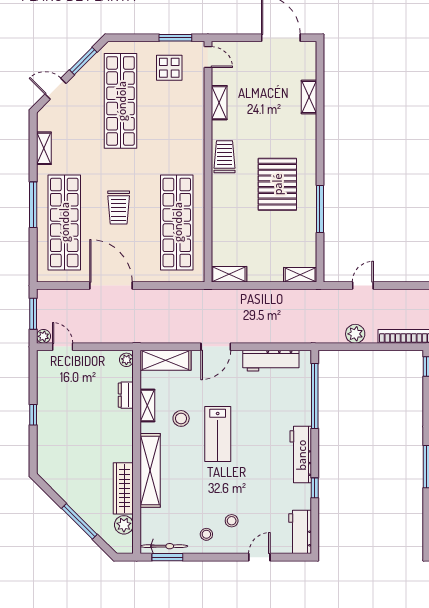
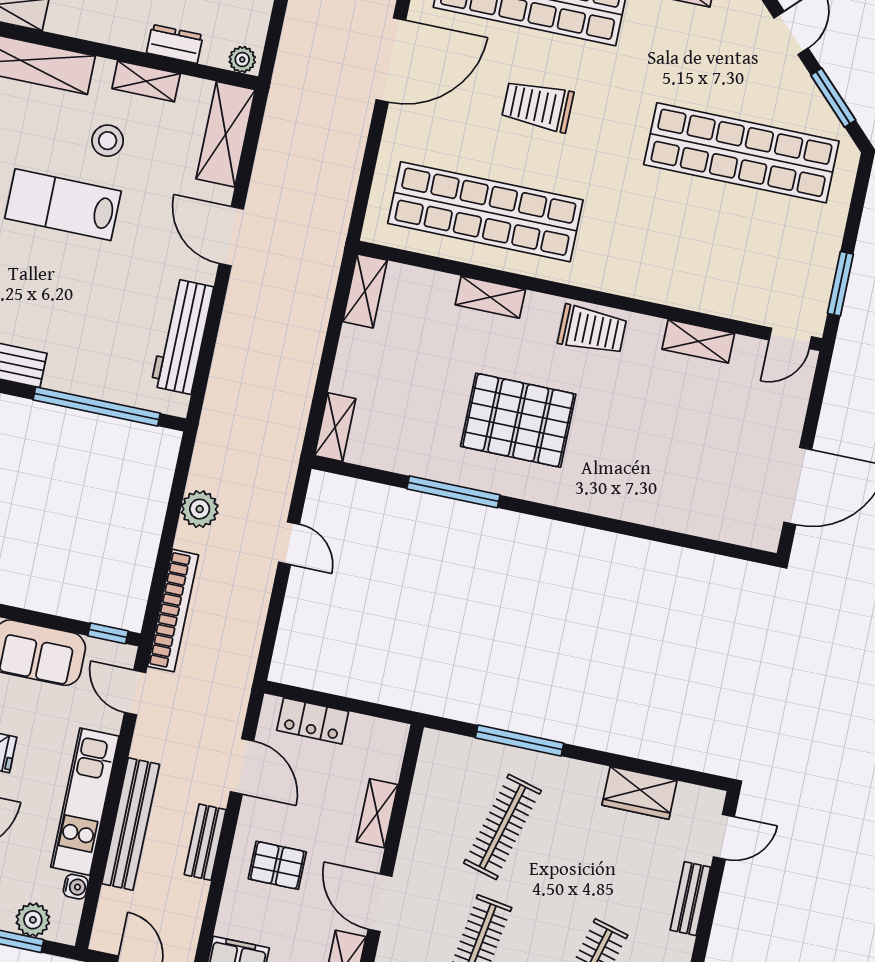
display table: (169, 68) -> (785, 260), removed
shelving: (309, 97) -> (490, 297), moved

